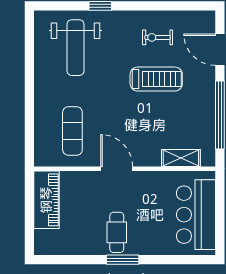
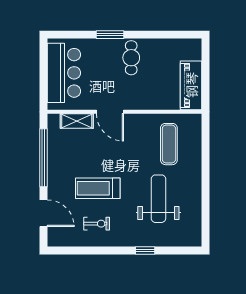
weight bench: (75, 48) -> (158, 199), moved
door: (117, 169) -> (110, 112), moved
window: (123, 260) -> (110, 35), moved

